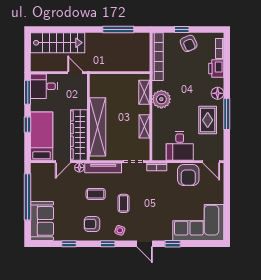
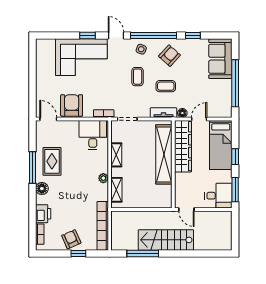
stairs: (58, 43) -> (166, 240), moved
plant: (161, 99) -> (103, 178), width x0.53, depth x0.53
desk: (180, 146) -> (93, 135), moved
tv unit: (103, 168) -> (164, 113), width x0.71
corner sofa: (198, 223) -> (81, 57), moved
armchair: (92, 224) -> (170, 56), turned -48
window: (108, 244) -> (154, 36), width x3.17

